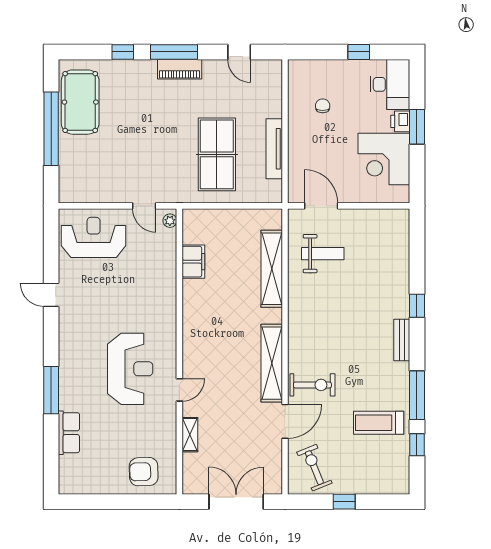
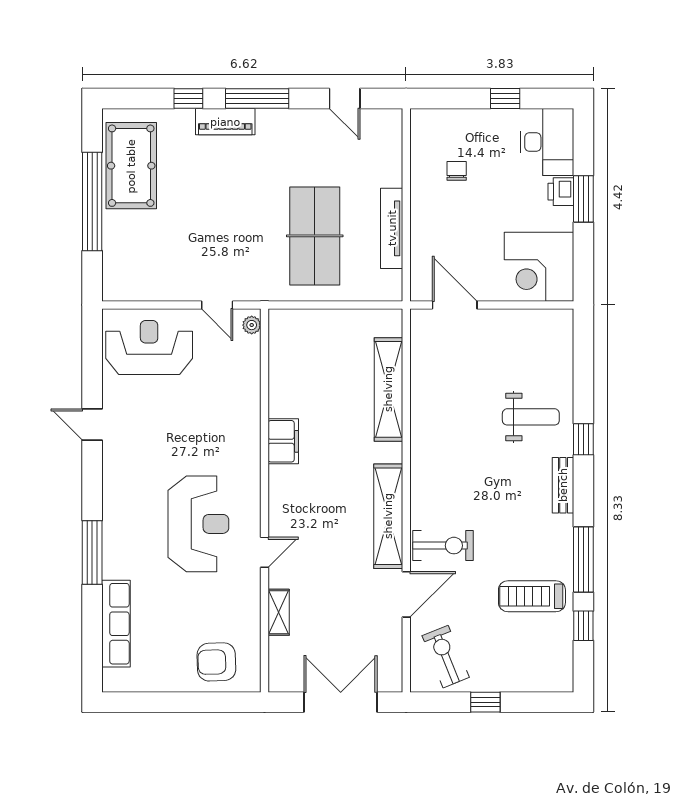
piano: (180, 69) -> (225, 122), moved
corner desk: (384, 159) -> (539, 267), moved
weight bench: (323, 254) -> (531, 417), moved
filing cabinet: (193, 262) -> (283, 441), moved
row of seats: (69, 433) -> (116, 624), width x1.48

